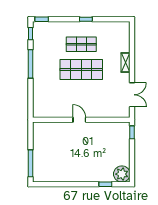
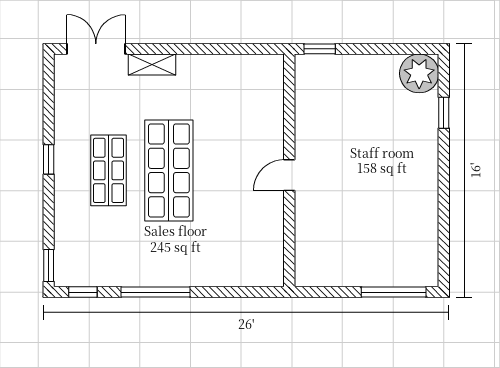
double door: (132, 95) -> (96, 49), moved

